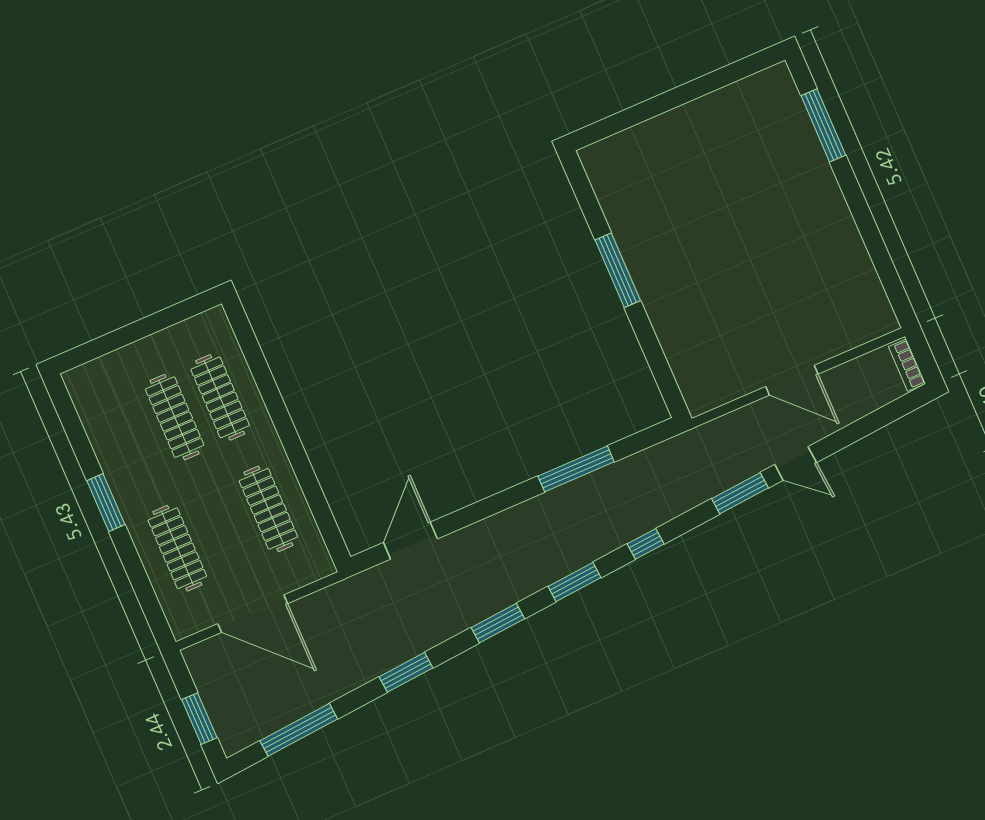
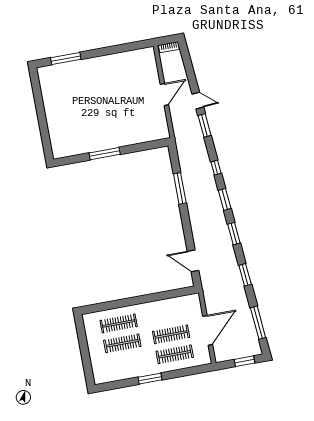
door: (796, 464) -> (198, 101), hinge flipped
clothes rail: (268, 509) -> (171, 334), moved

